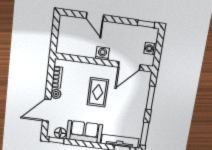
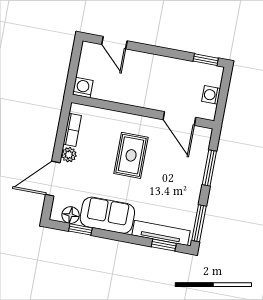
door: (95, 17) -> (114, 43), moved
washing machine: (102, 53) -> (83, 88), moved
door: (129, 66) -> (179, 119), hinge flipped
window: (56, 140) -> (80, 229), moved

